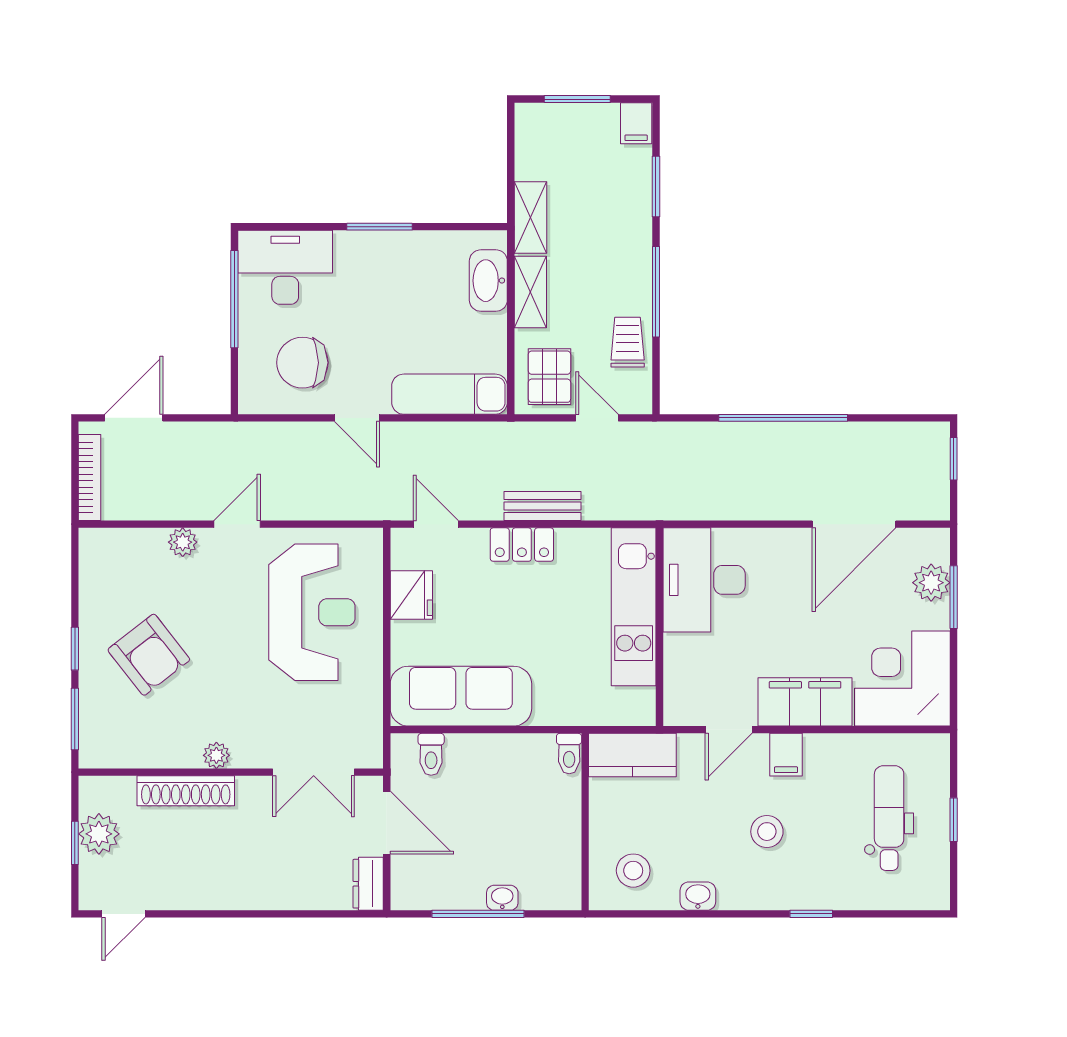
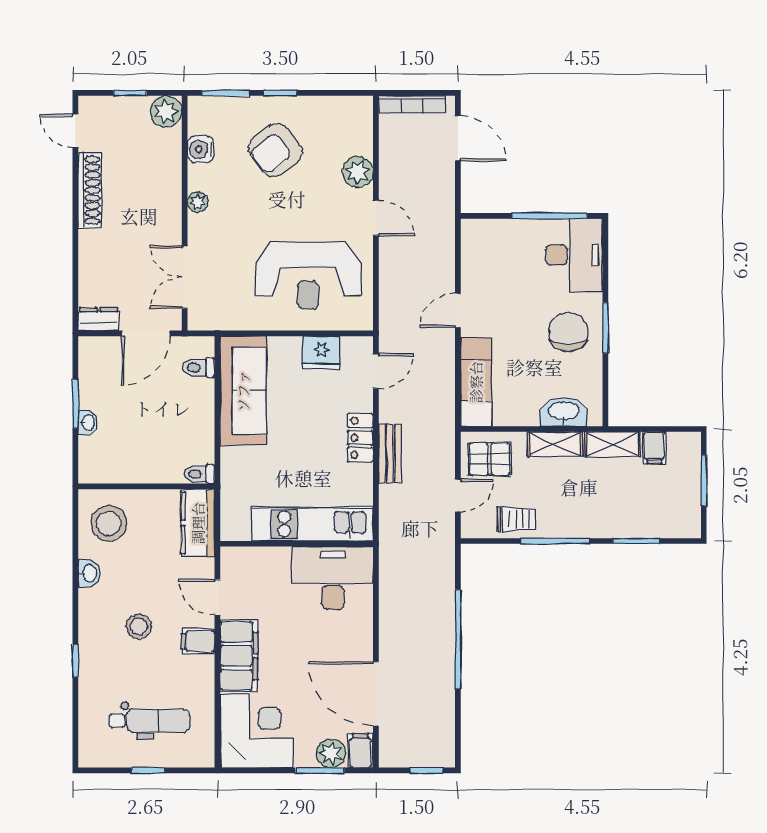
filing cabinet: (636, 123) -> (654, 448), moved, turned -90
chair: (302, 363) -> (568, 332), moved
plant: (183, 542) -> (358, 172), width x1.38, depth x1.38
filing cabinet: (928, 544) -> (360, 751), added
water cooler: (148, 752) -> (201, 149), added
shoe rack: (186, 791) -> (90, 190), moved, turned 180
plant: (99, 834) -> (166, 111), moved
stool: (633, 871) -> (109, 523), width x1.38, depth x1.38
window: (478, 914) -> (75, 404), width x0.69

